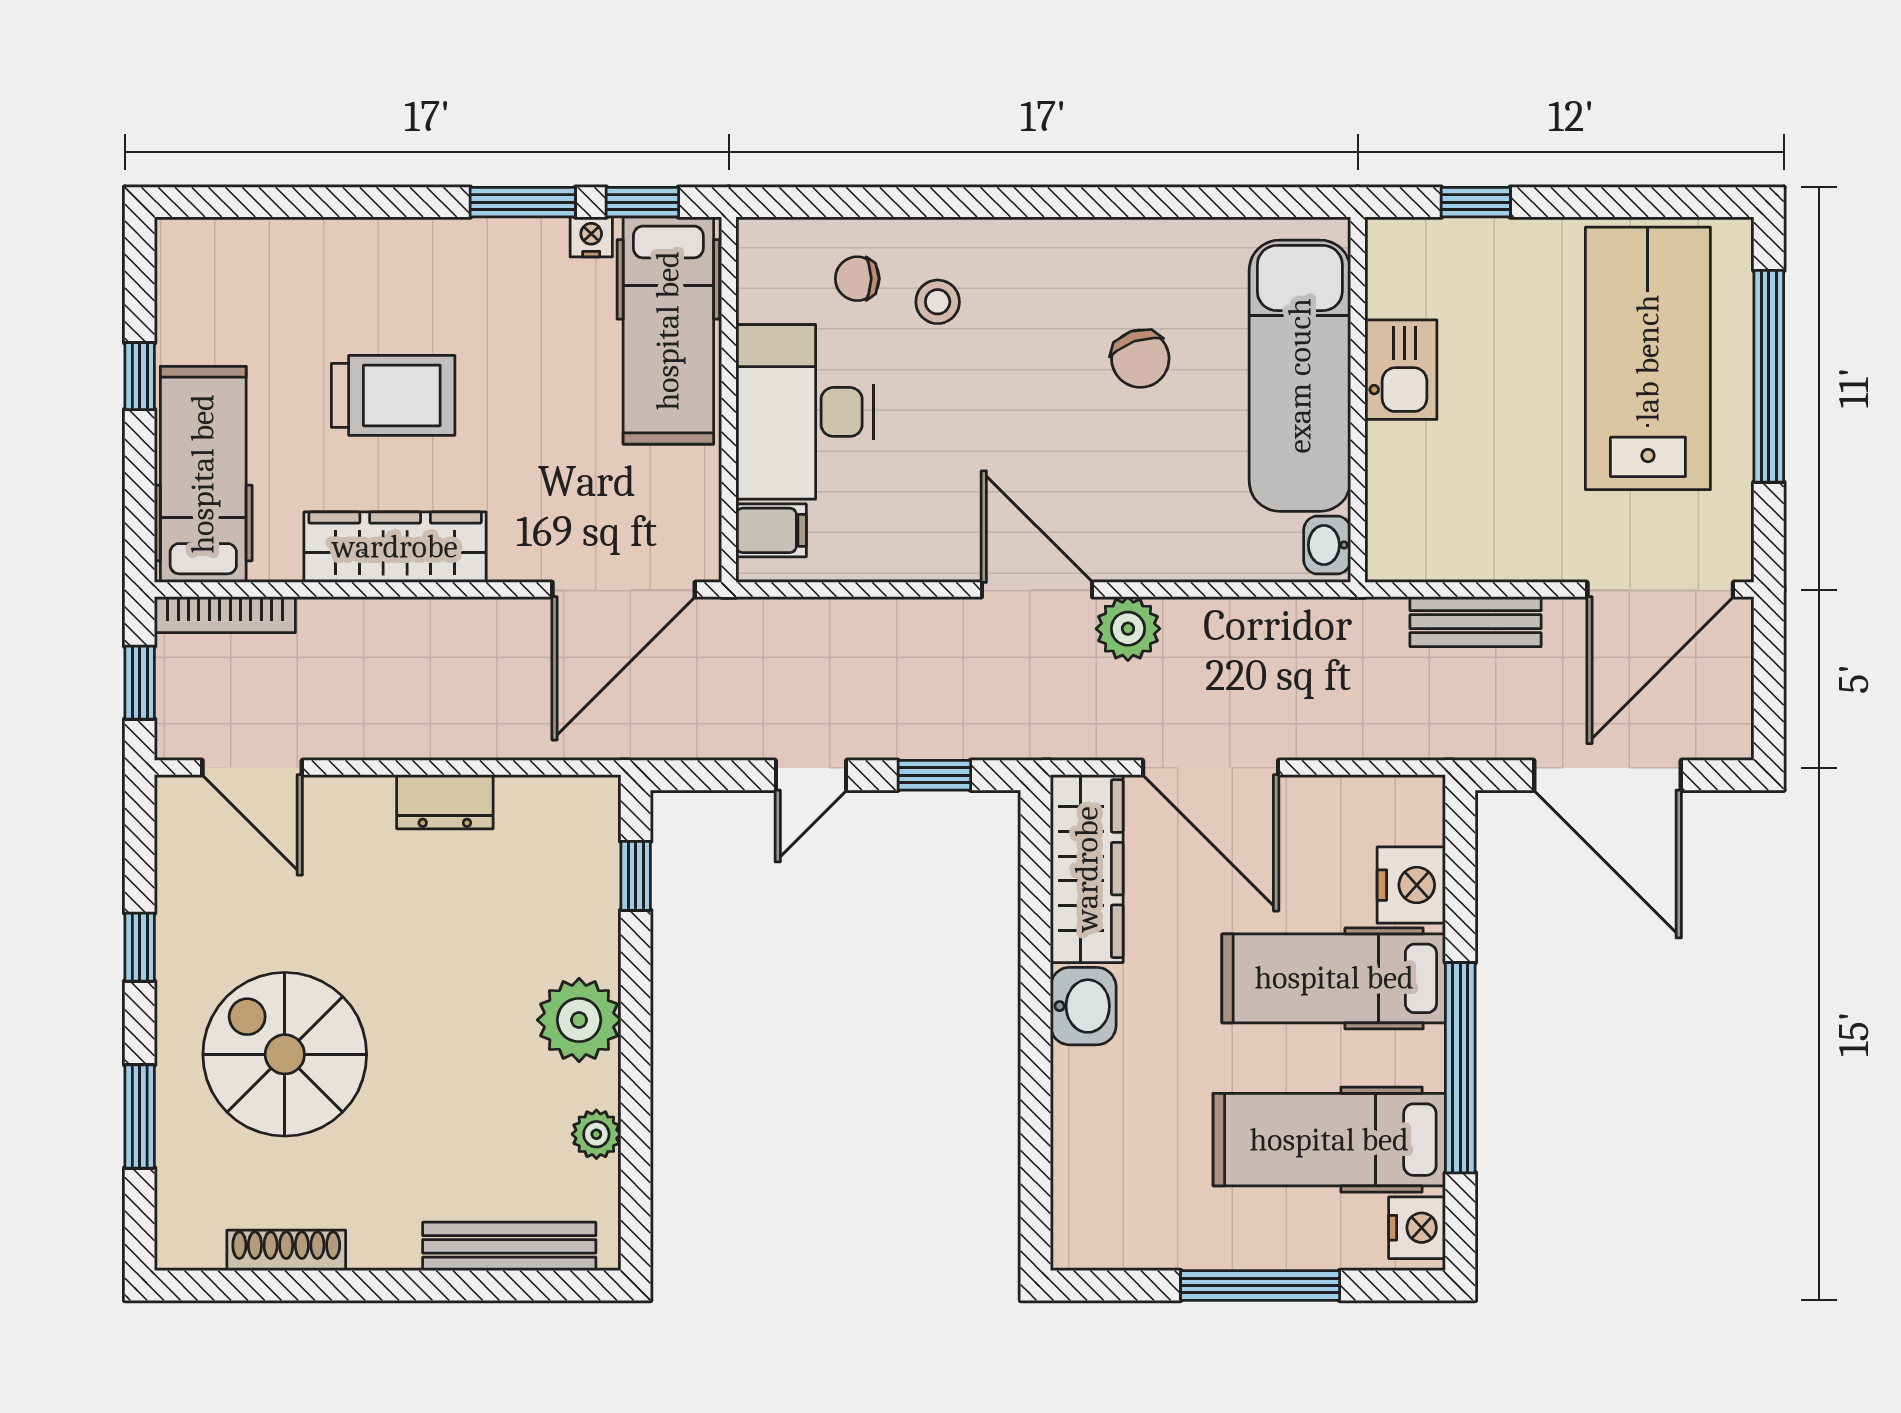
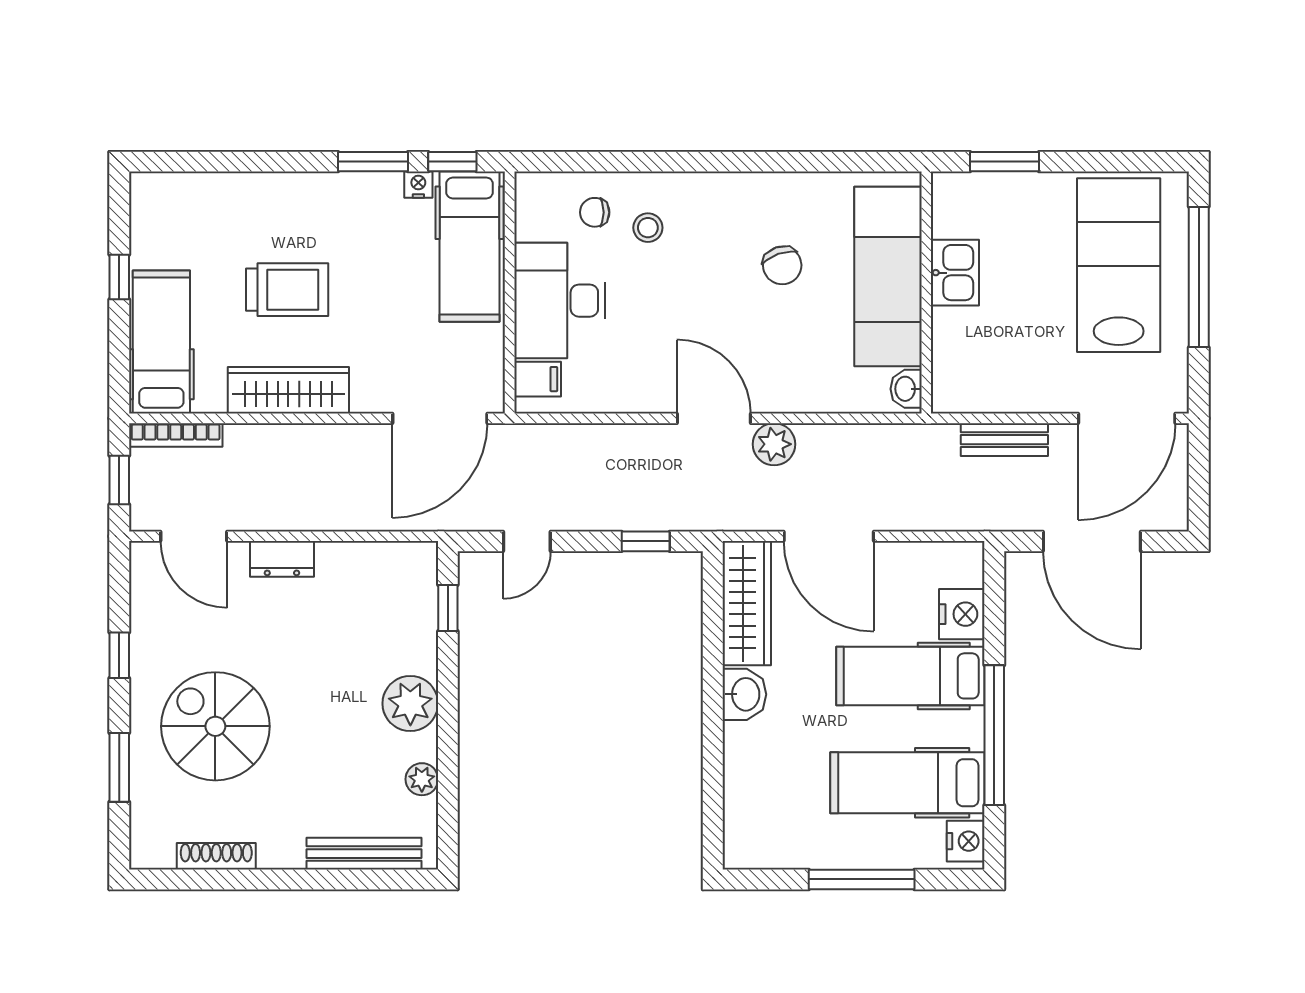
window: (1476, 202) -> (1004, 162), width x1.50
door: (811, 775) -> (527, 541), moved
dresser: (445, 802) -> (282, 559), moved

